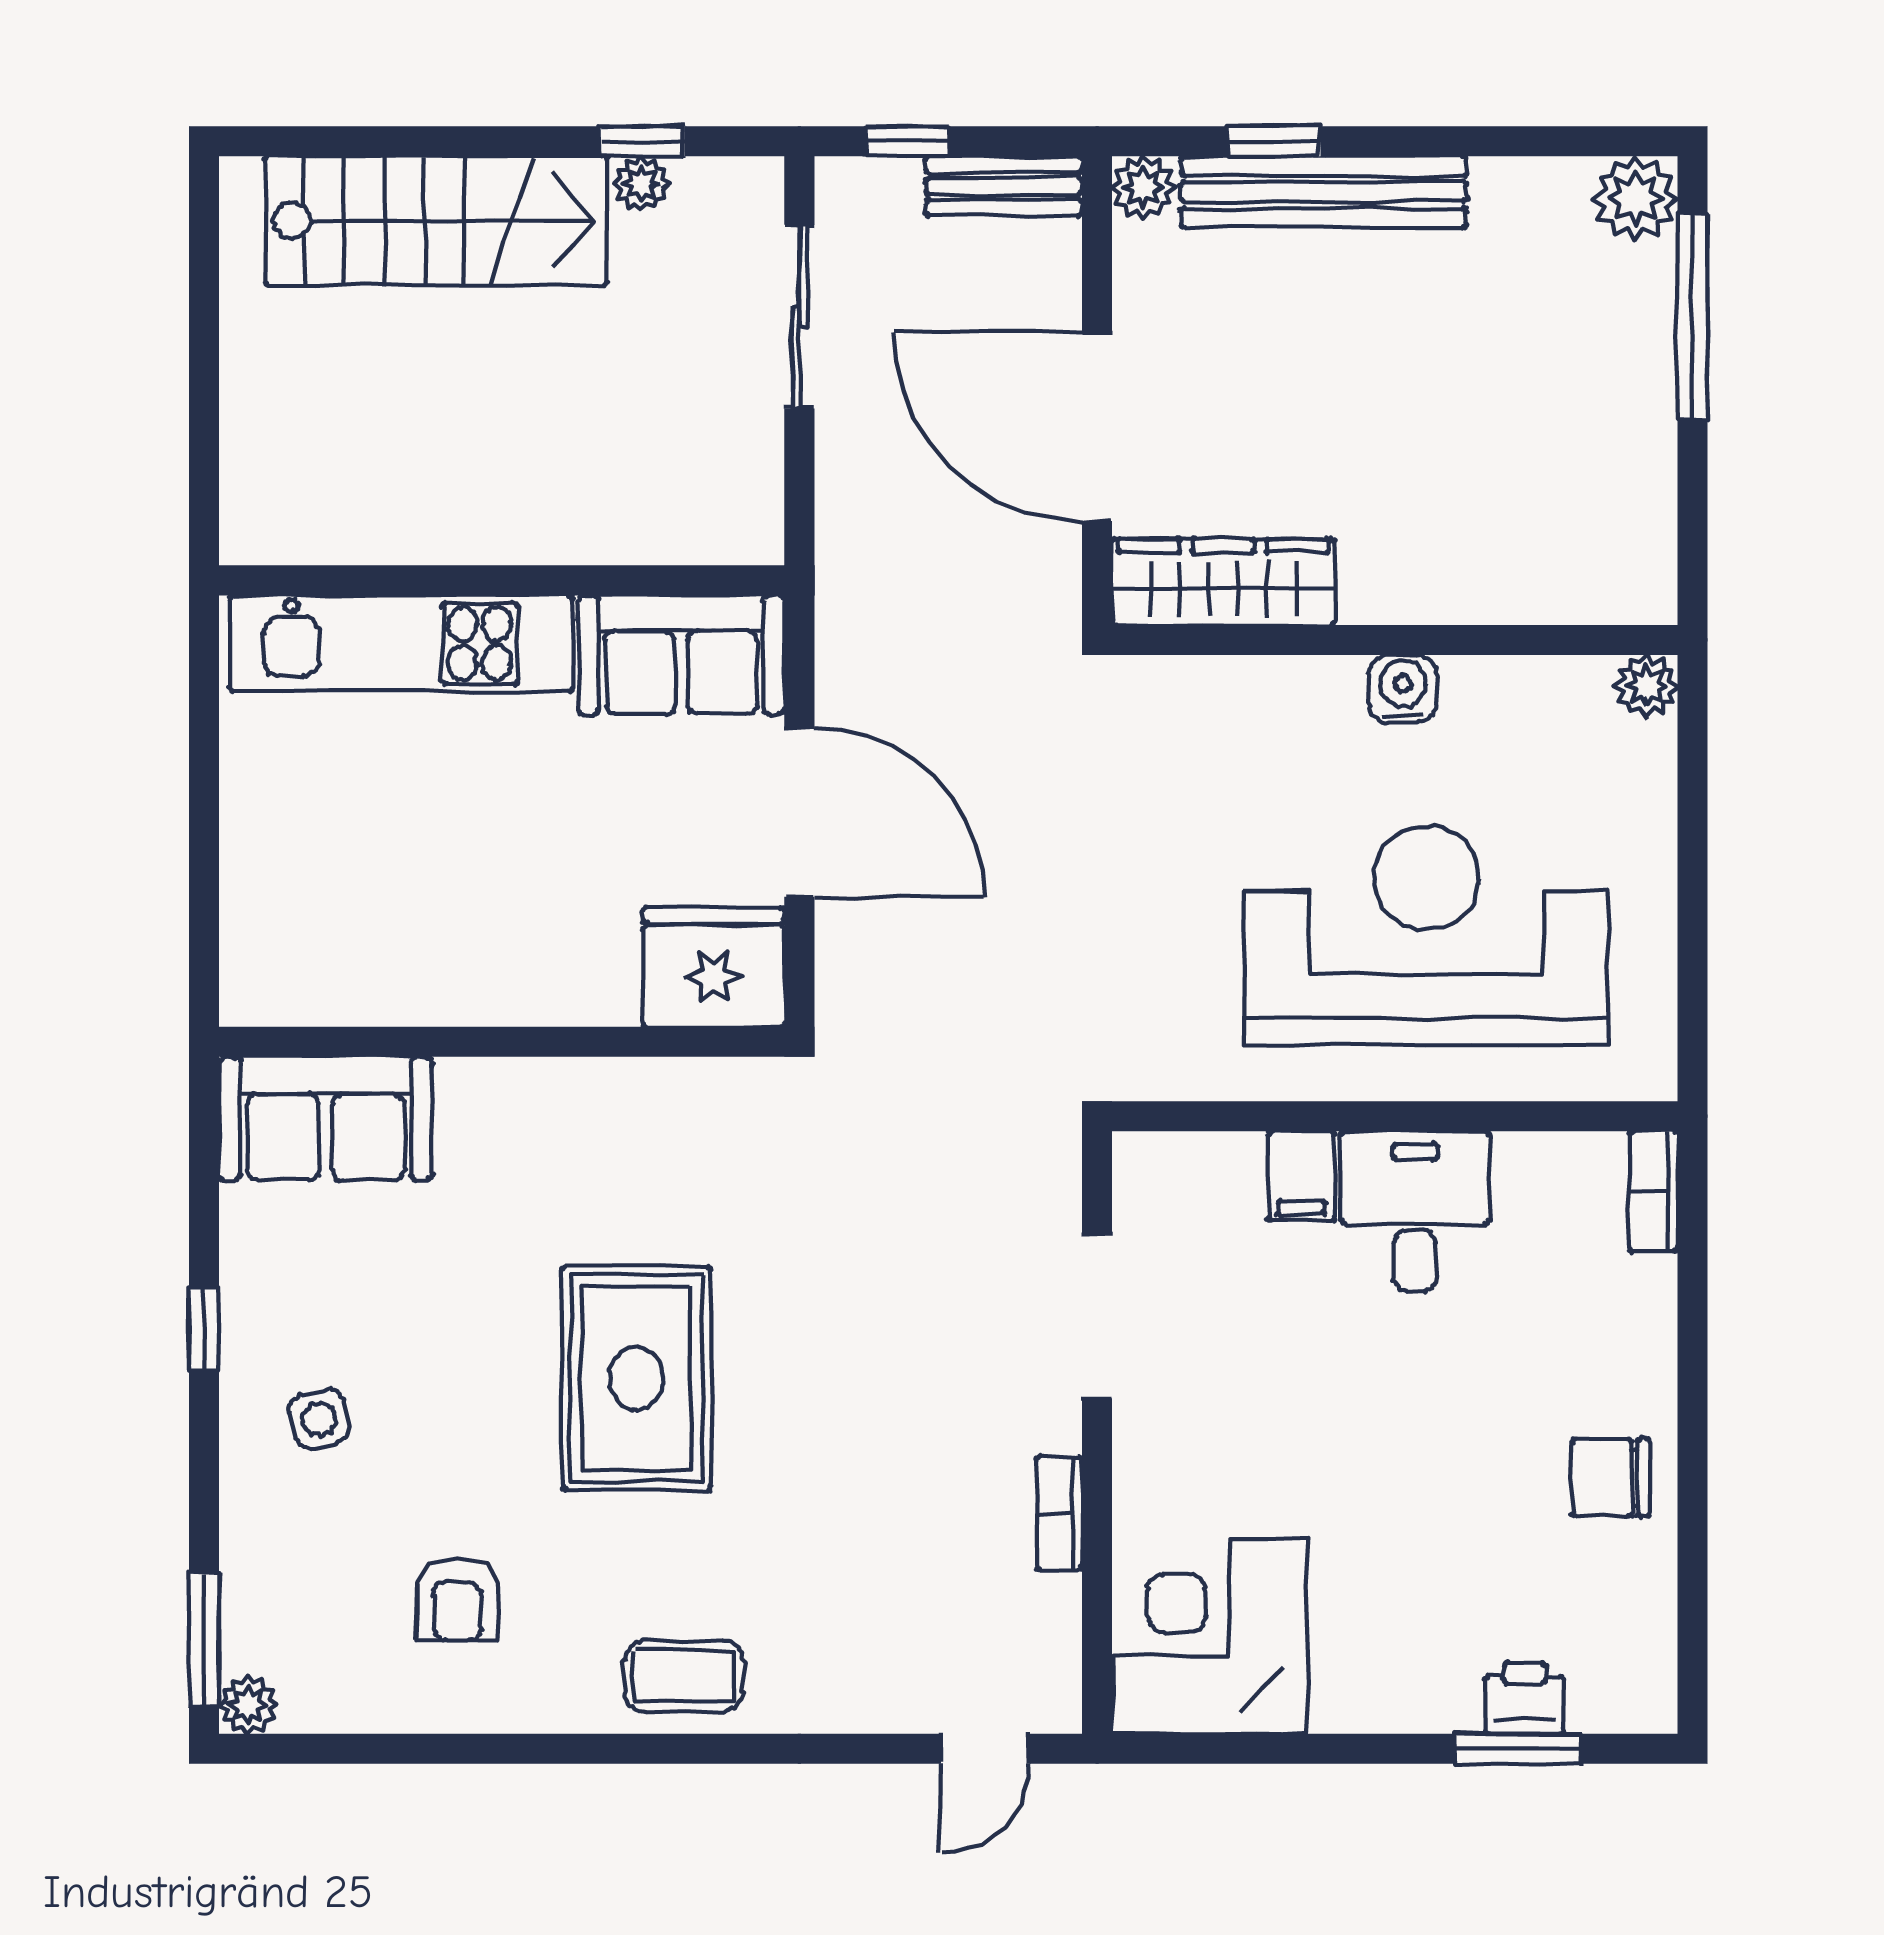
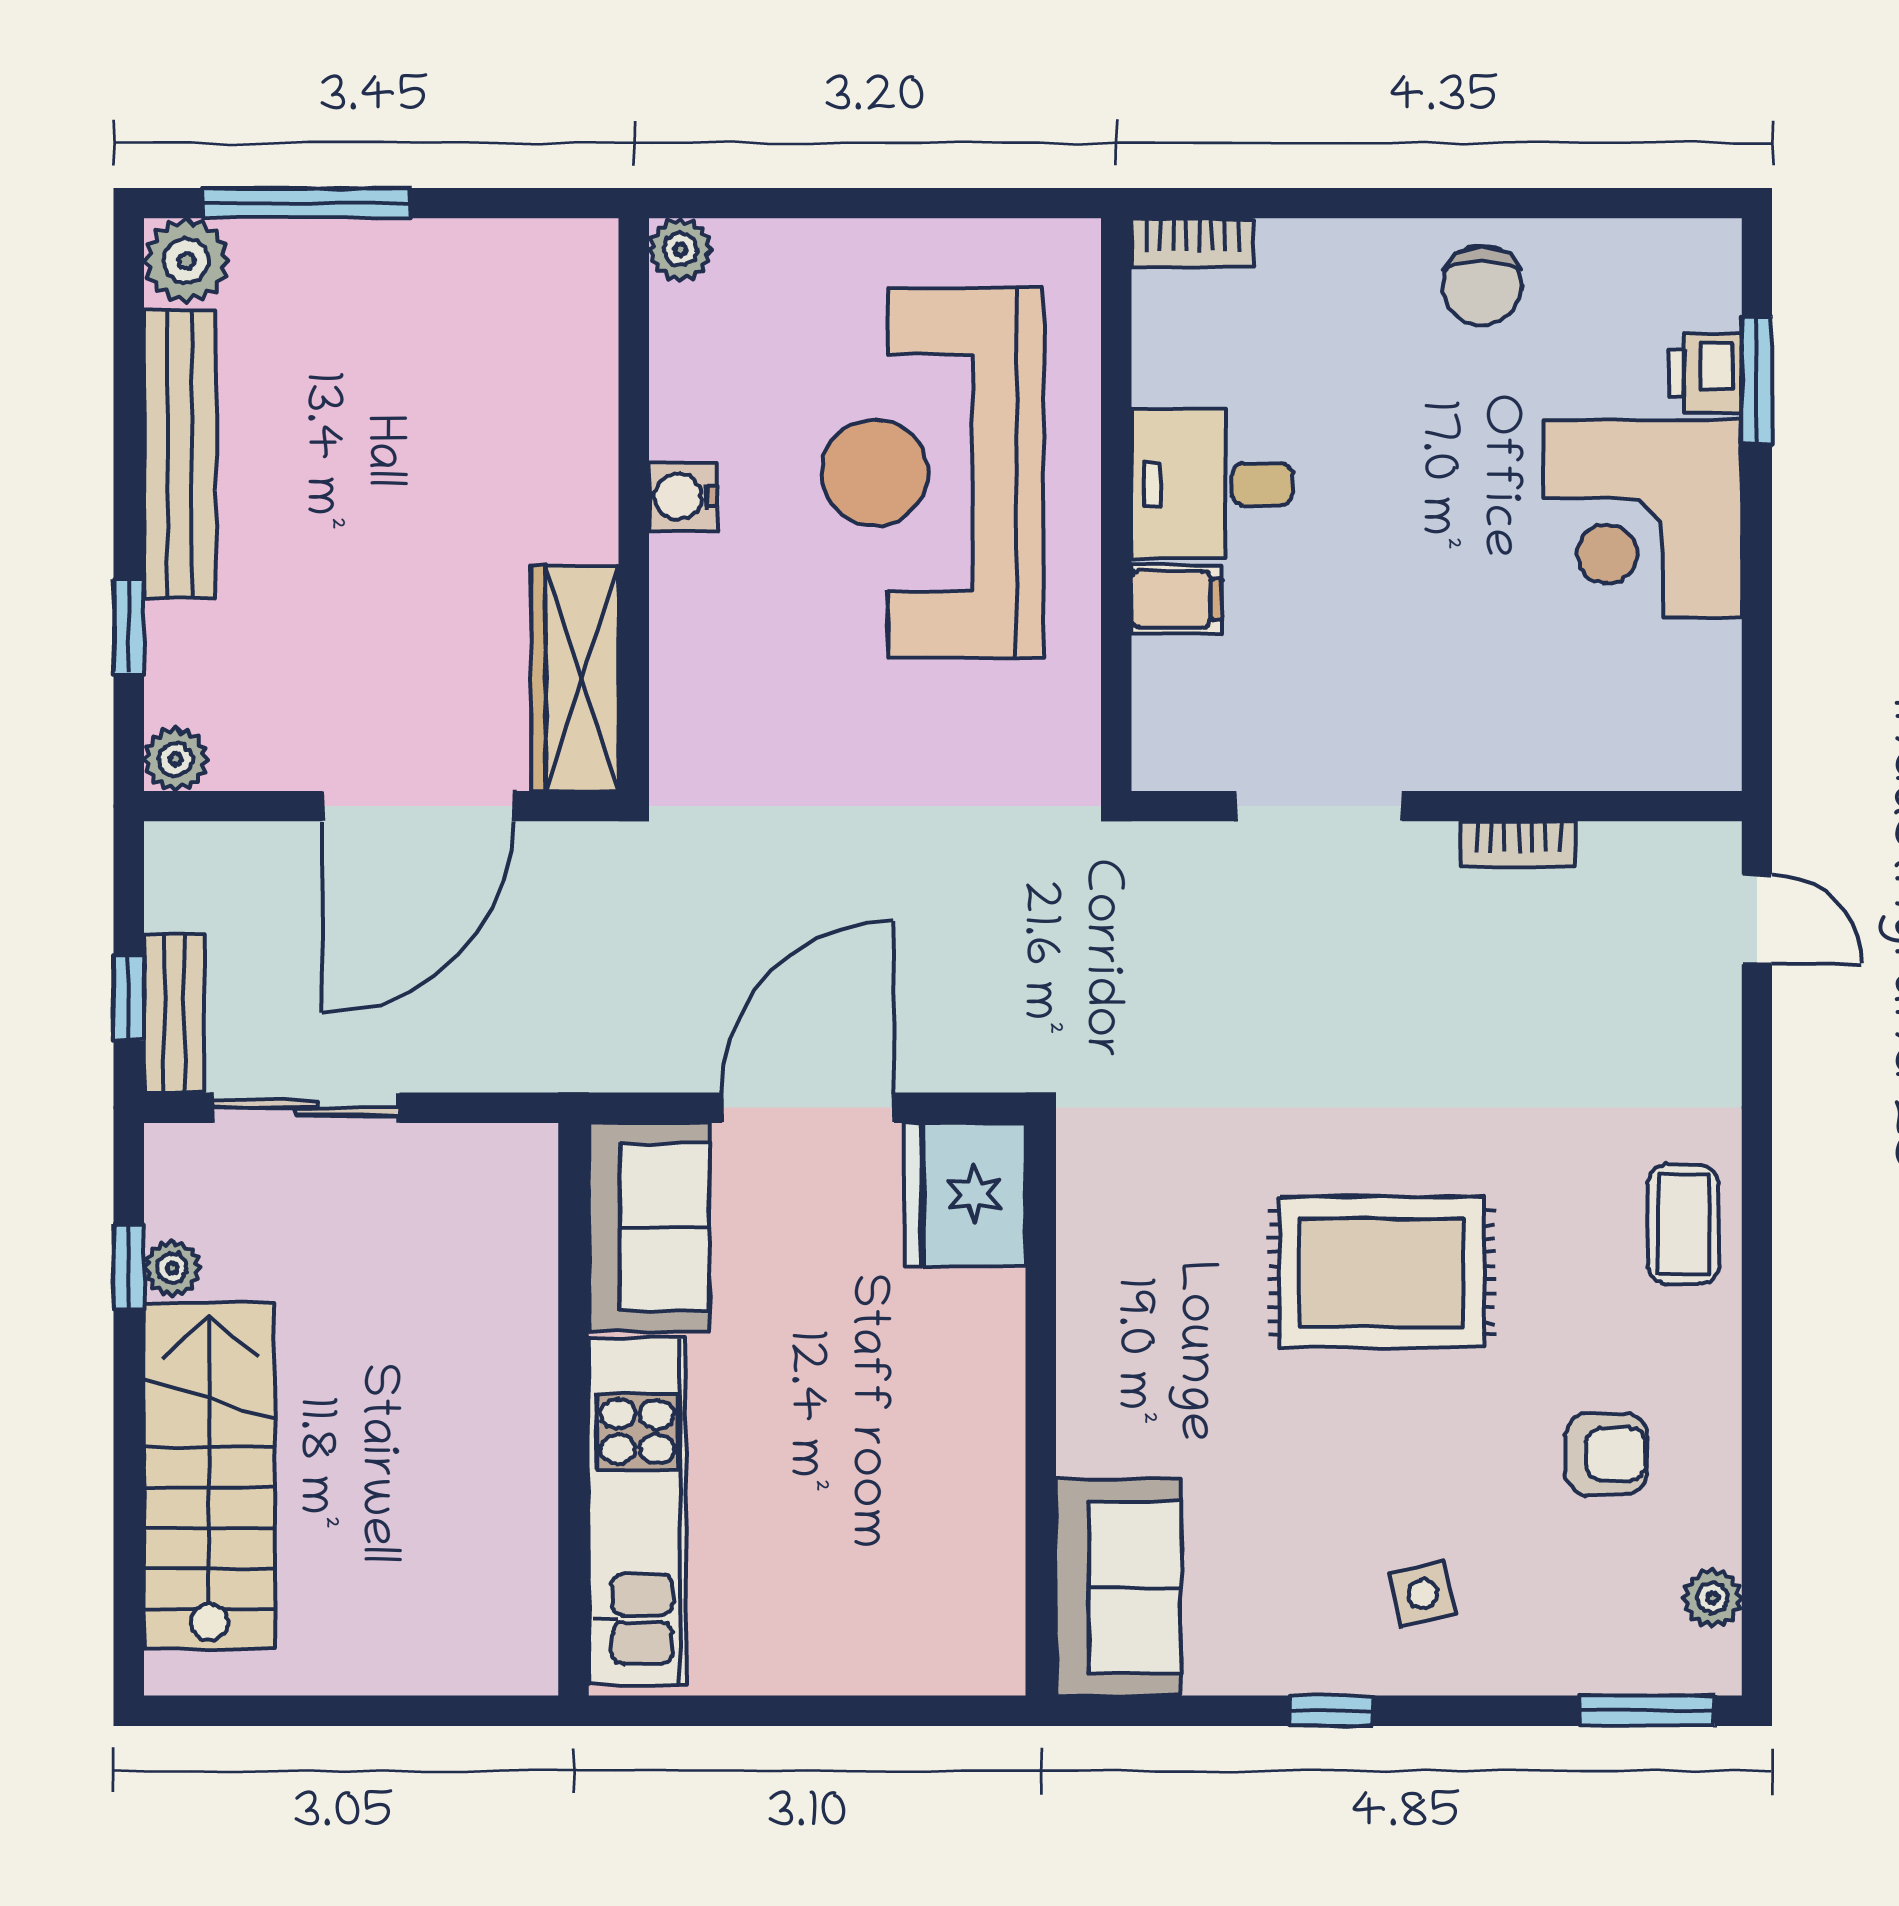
bench: (1004, 186) -> (174, 1013), moved
bench: (1324, 192) -> (180, 454), moved
corner desk: (1210, 1636) -> (1643, 518), moved
plant: (248, 1705) -> (1712, 1598), moved

